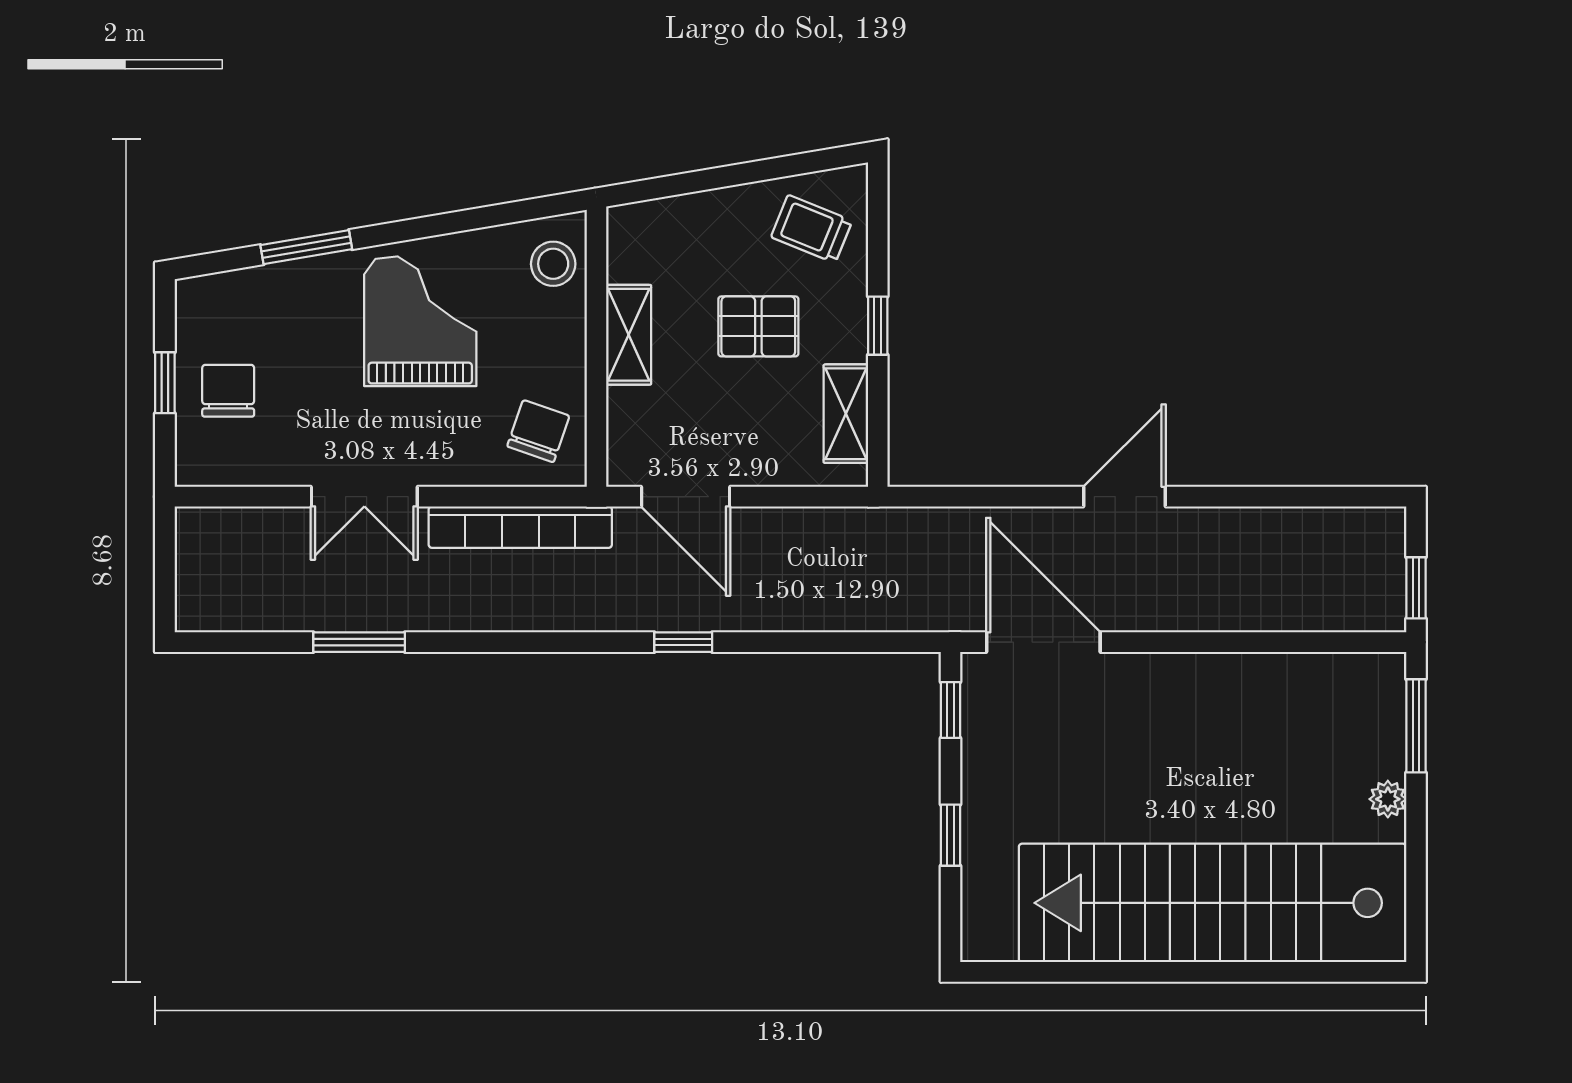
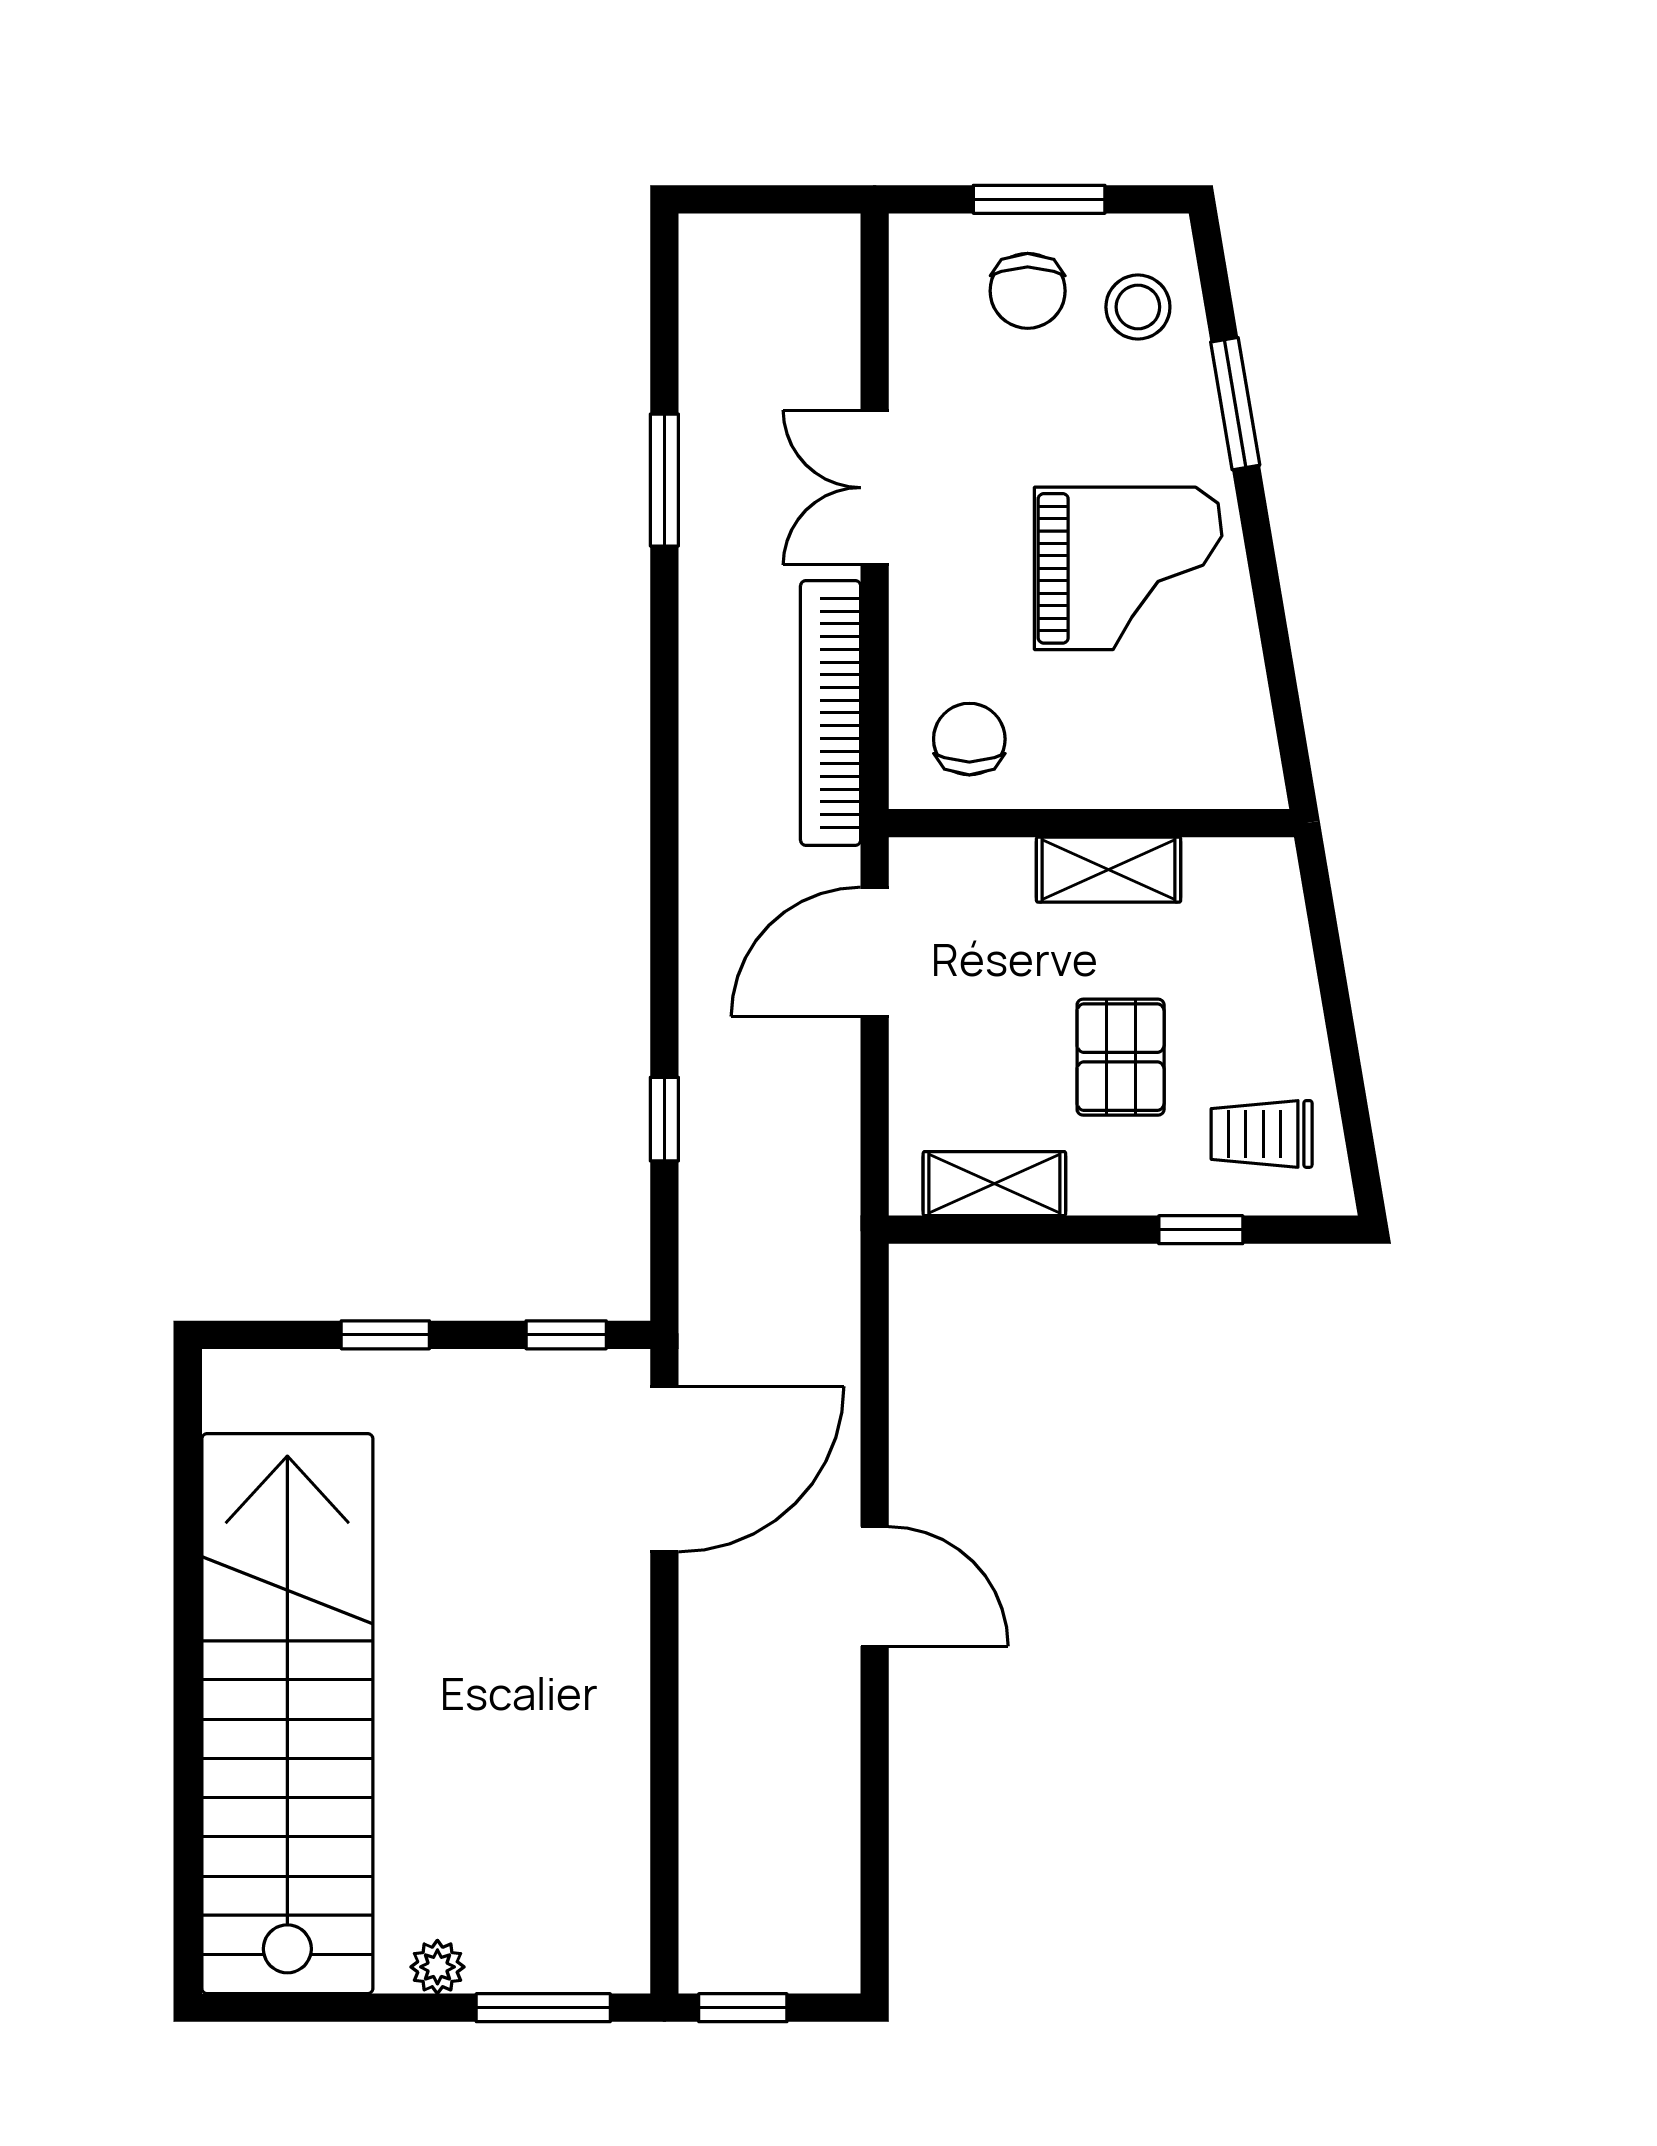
trolley: (811, 229) -> (1262, 1134), turned -112
stool: (553, 264) -> (1138, 307), moved
window: (878, 326) -> (1201, 1230), moved
window: (165, 383) -> (1039, 199), width x1.50
chair: (228, 391) -> (1028, 291), turned 90
chair: (538, 431) -> (969, 739), turned -109
window: (683, 642) -> (664, 1119), moved

